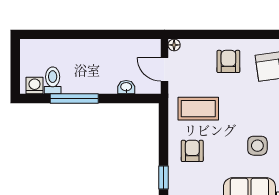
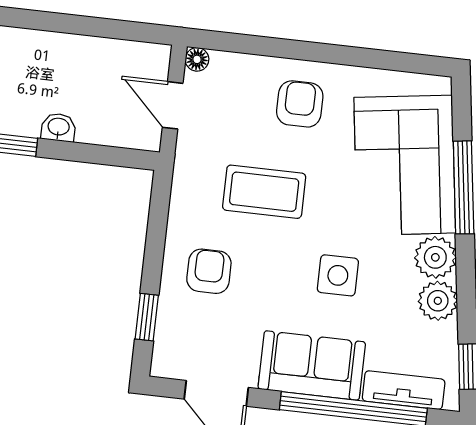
washbasin: (126, 87) -> (58, 127), moved
coffee table: (198, 109) -> (264, 192), moved

